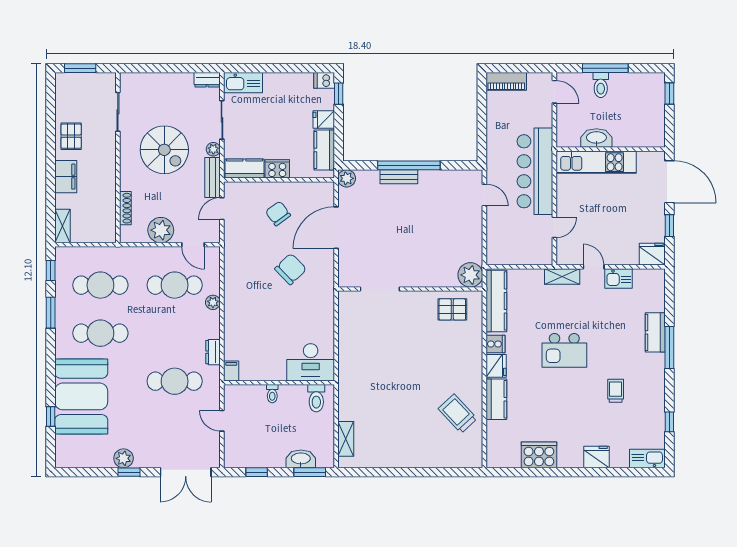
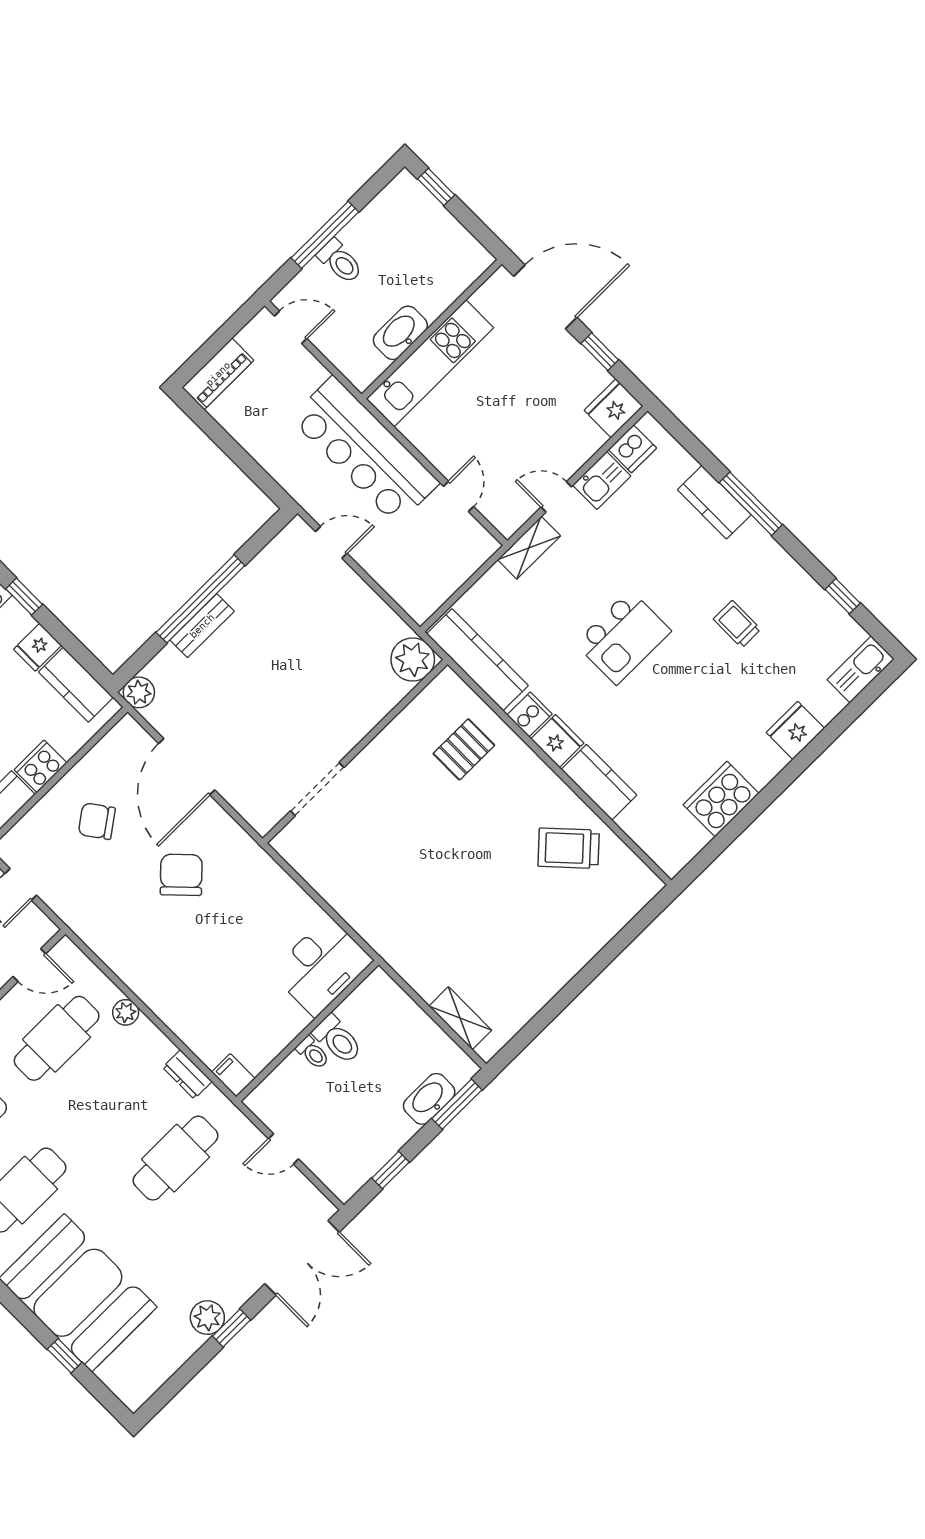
dishwasher: (644, 278) -> (632, 449), added
pallet: (452, 309) -> (464, 749), moved
toilet: (316, 398) -> (338, 1039), moved

